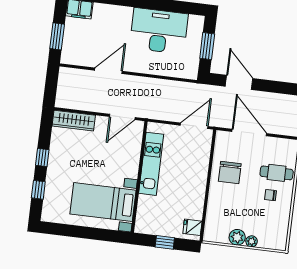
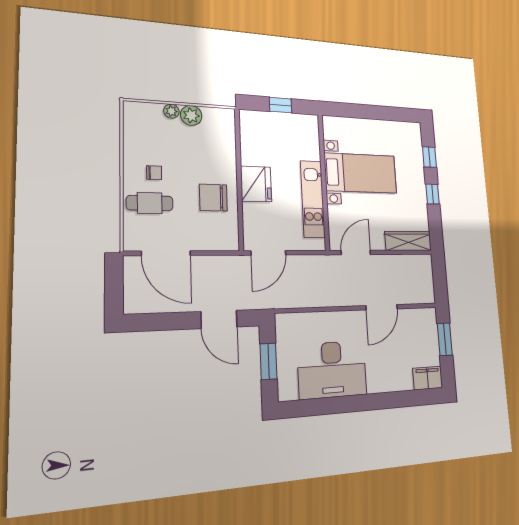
door: (249, 133) -> (166, 253), moved
chair: (230, 172) -> (213, 198), turned -90
bed with nightstands: (103, 202) -> (361, 173), moved
fridge: (192, 227) -> (256, 184), moved, width x1.88, depth x1.34

